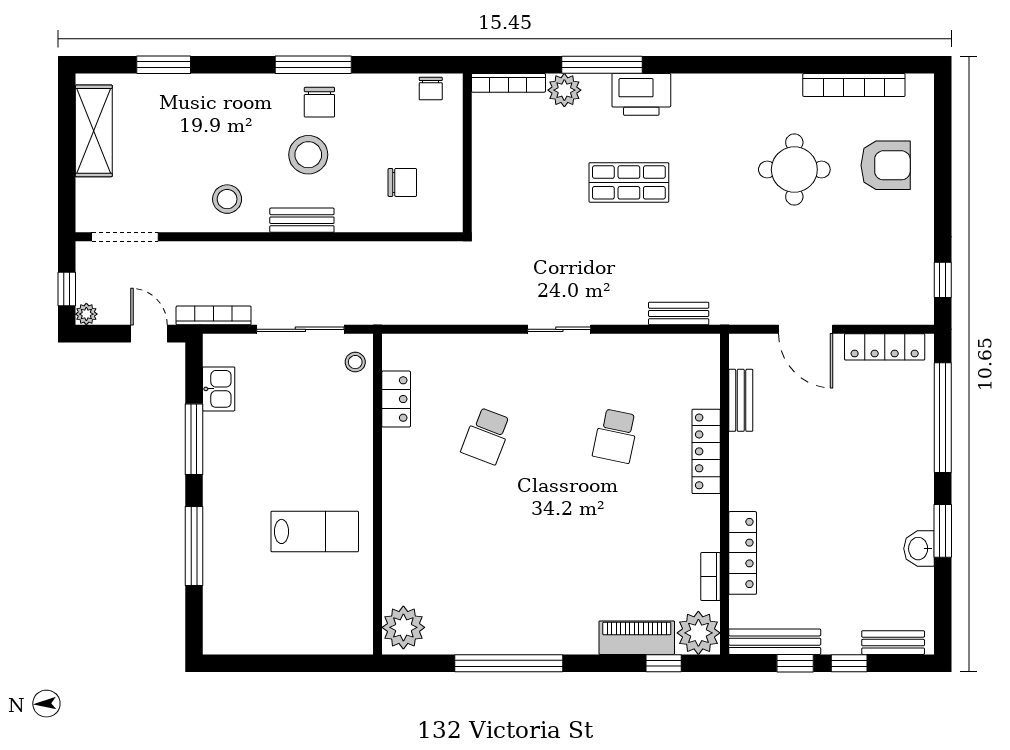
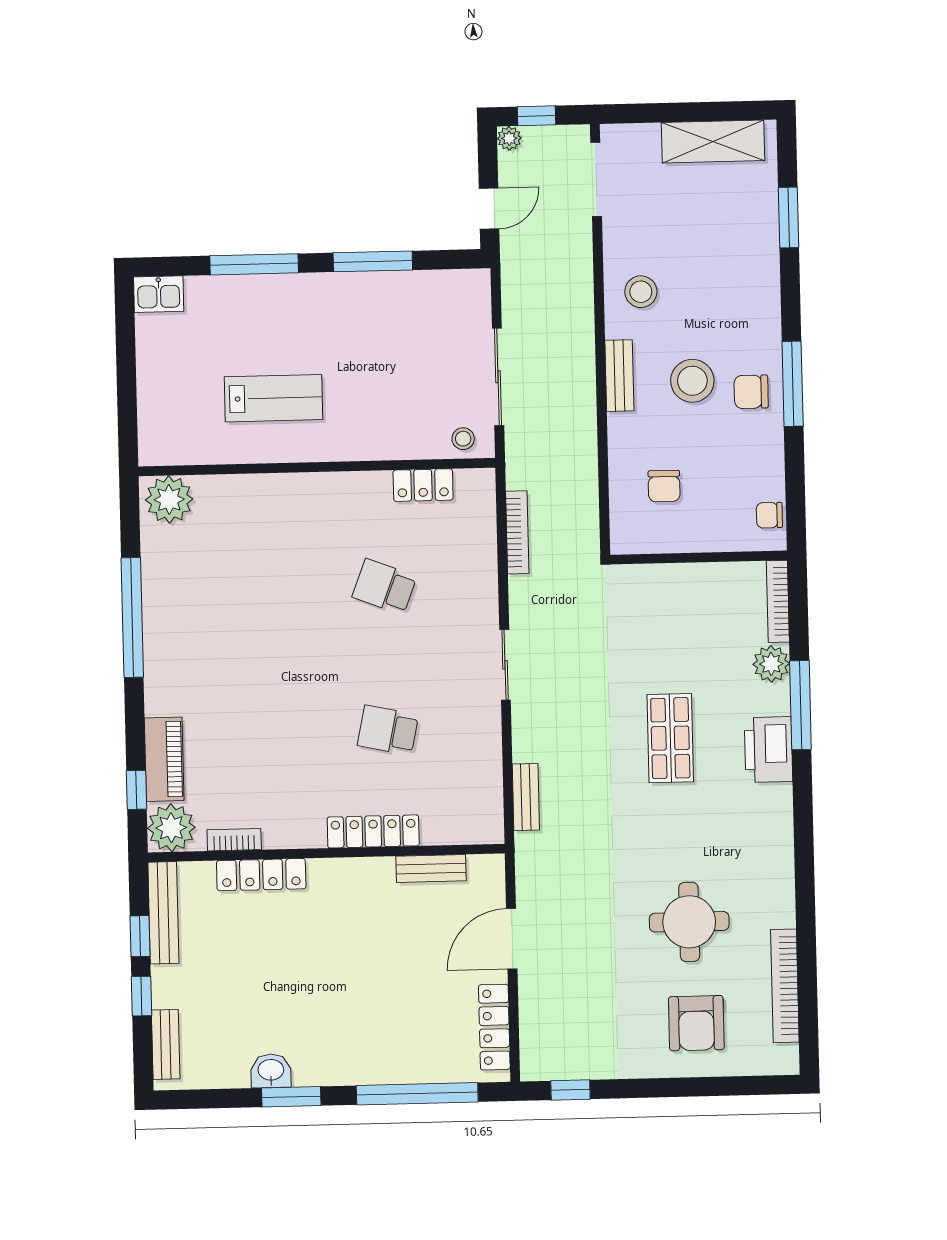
bookcase: (214, 315) -> (517, 532), moved
kitchen sink: (219, 389) -> (159, 294), moved
lab bench: (315, 531) -> (274, 398), turned -90

